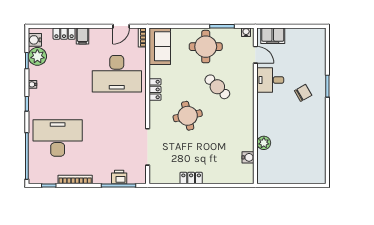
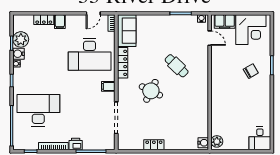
water cooler: (35, 40) -> (19, 54), moved
corner desk: (303, 45) -> (251, 30), added
round table: (206, 47) -> (167, 31), removed
desk: (270, 80) -> (260, 138), moved, turned -90
locker: (155, 89) -> (123, 63), width x1.53
filing cabinet: (138, 111) -> (108, 86), added
round table: (188, 116) -> (151, 91), turned 38
plant: (264, 143) -> (217, 141), moved
water cooler: (248, 157) -> (203, 143), moved
printer: (119, 177) -> (76, 144), moved

